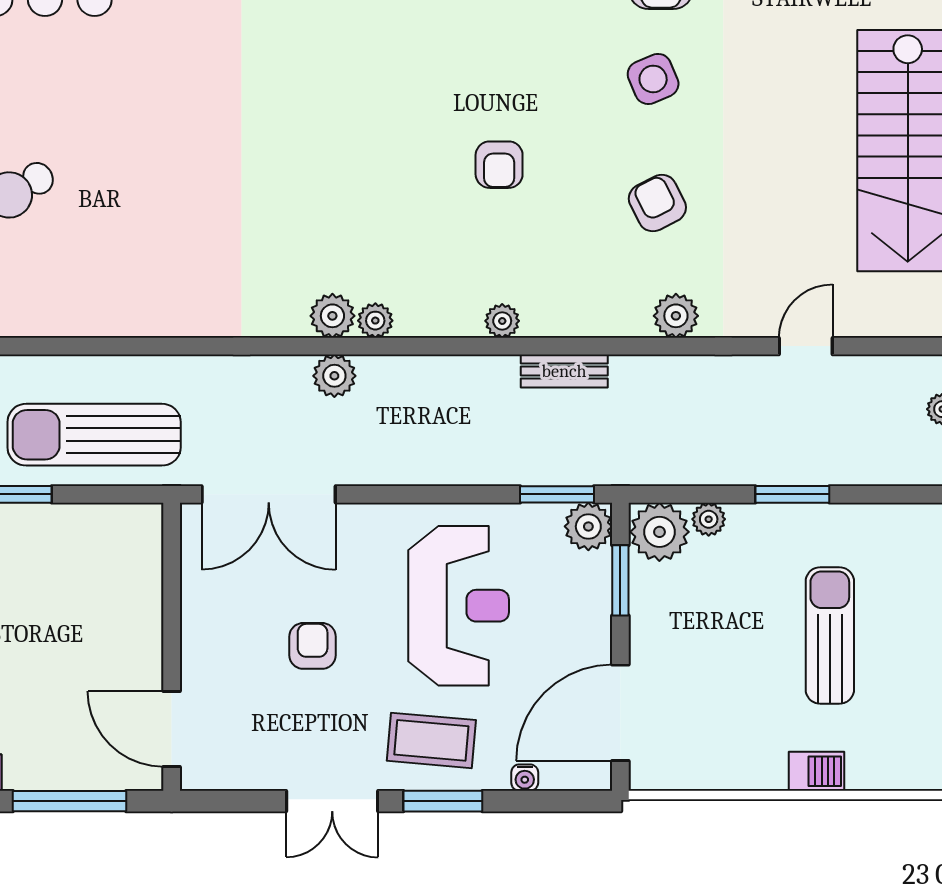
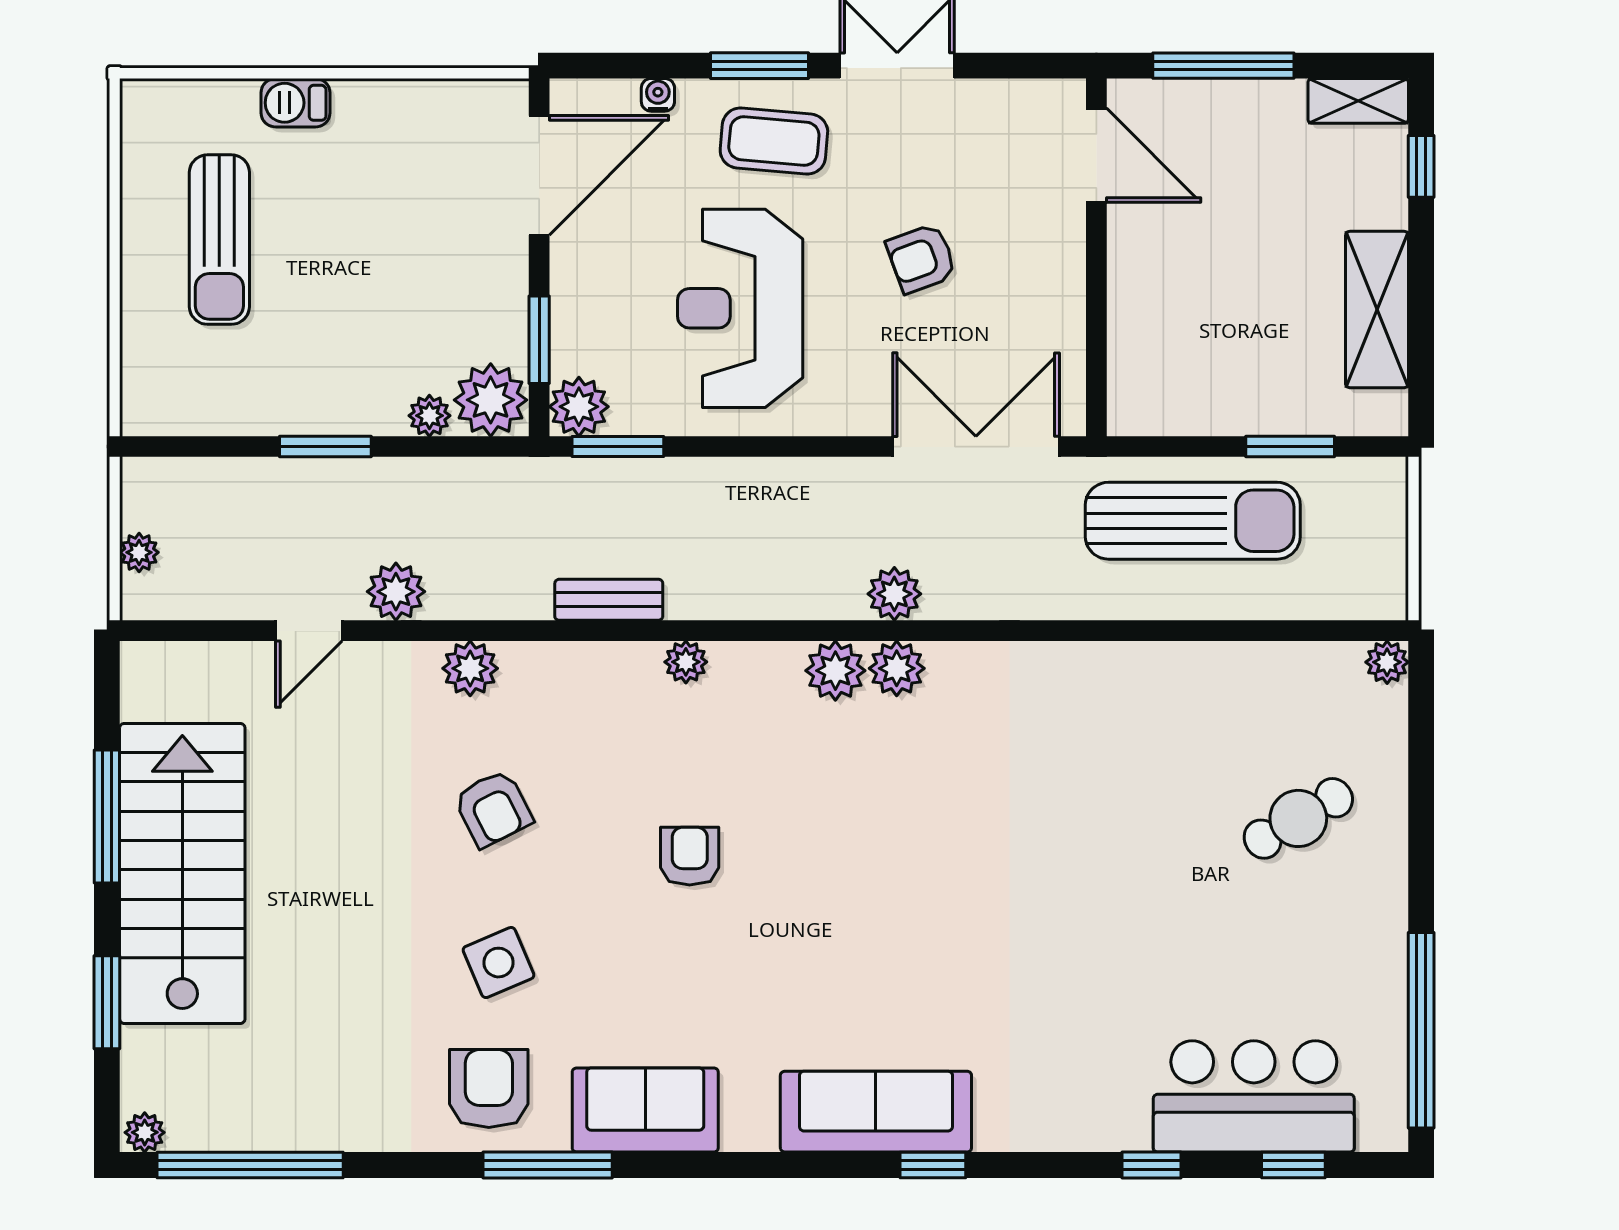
plant: (375, 321) -> (835, 671), width x1.38, depth x1.38
plant: (736, 378) -> (396, 592), added
sun lounger: (830, 635) -> (219, 240), moved
armchair: (313, 646) -> (921, 258), turned 70

